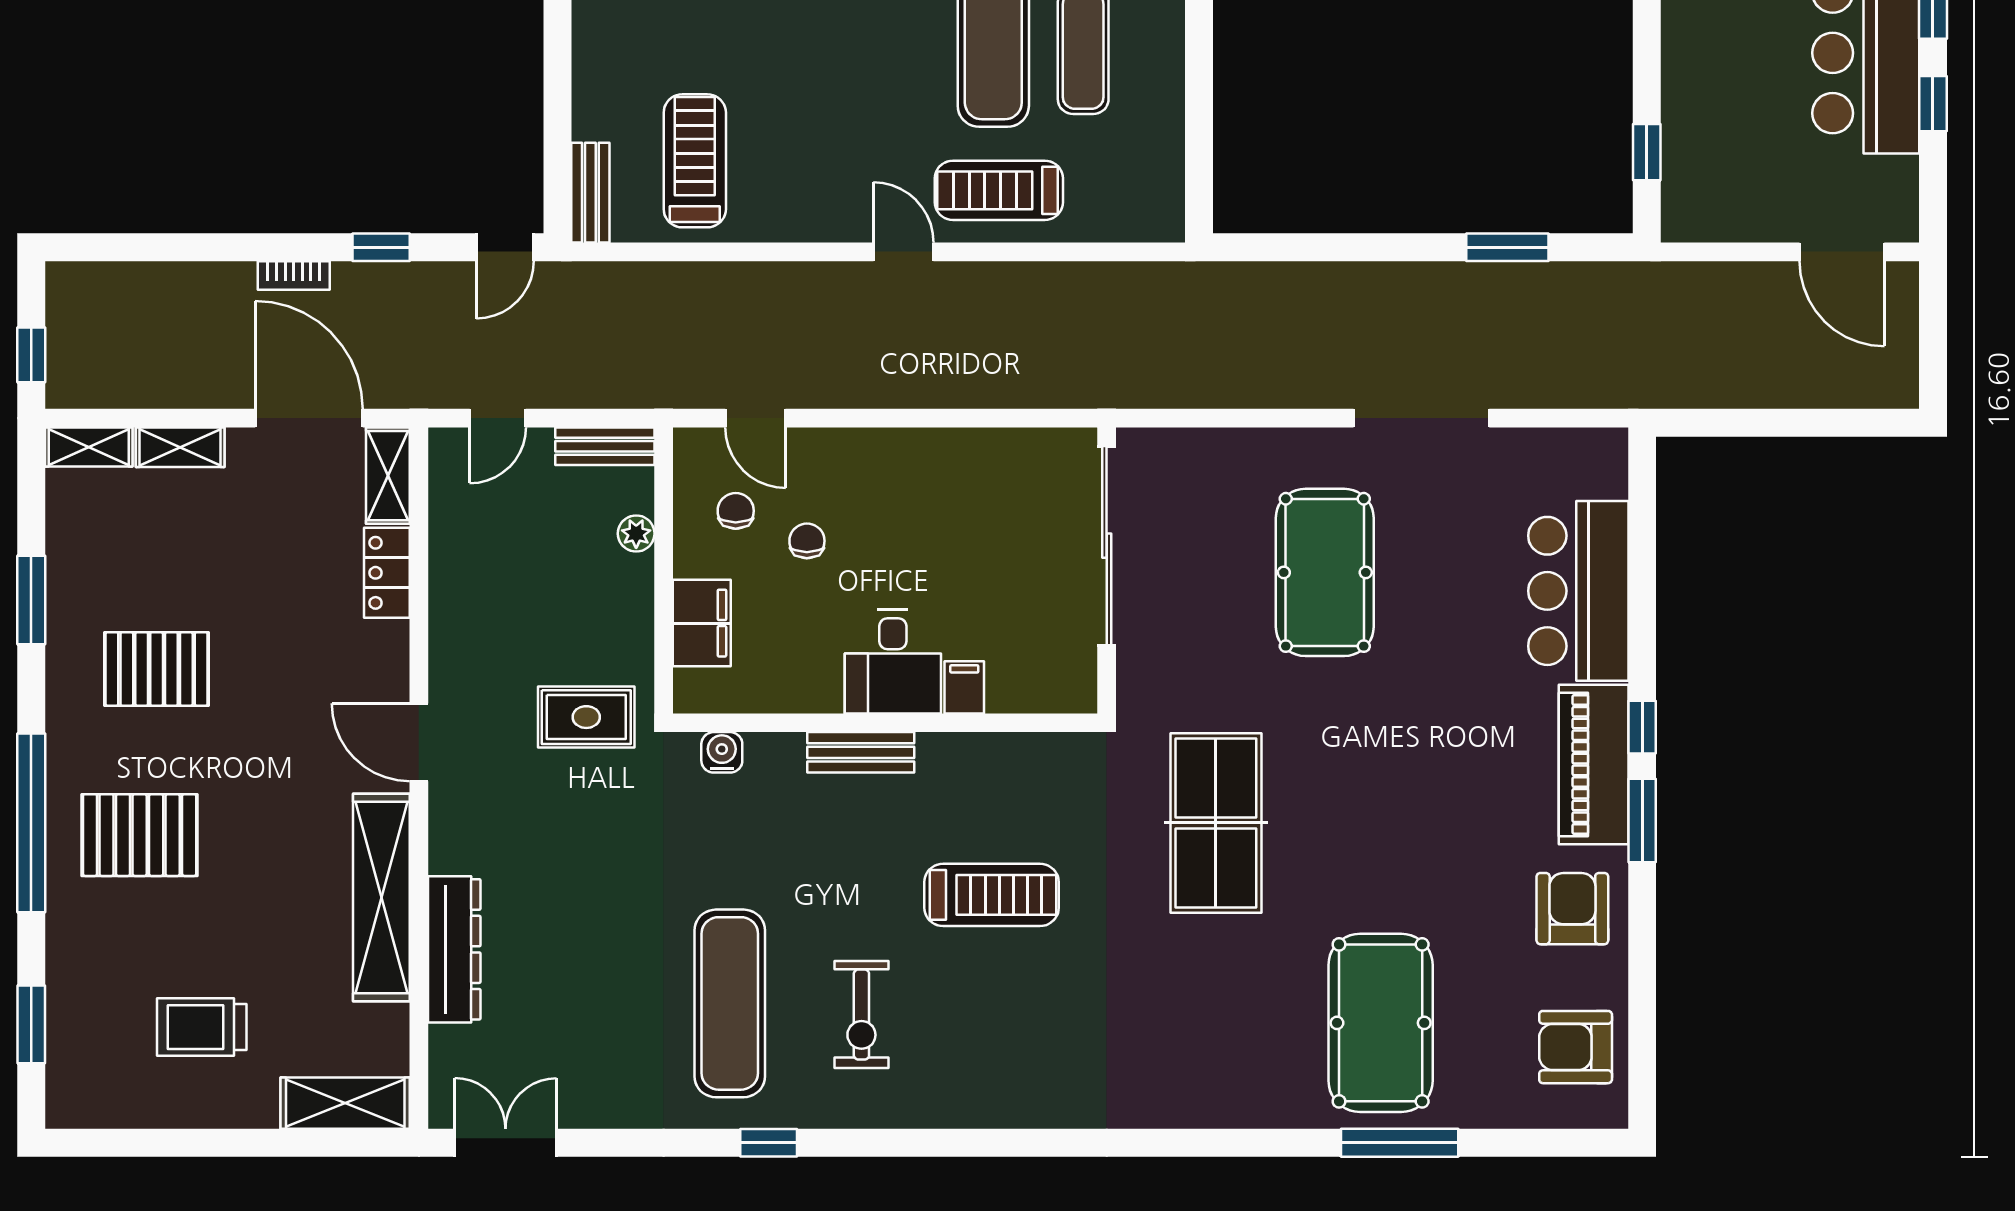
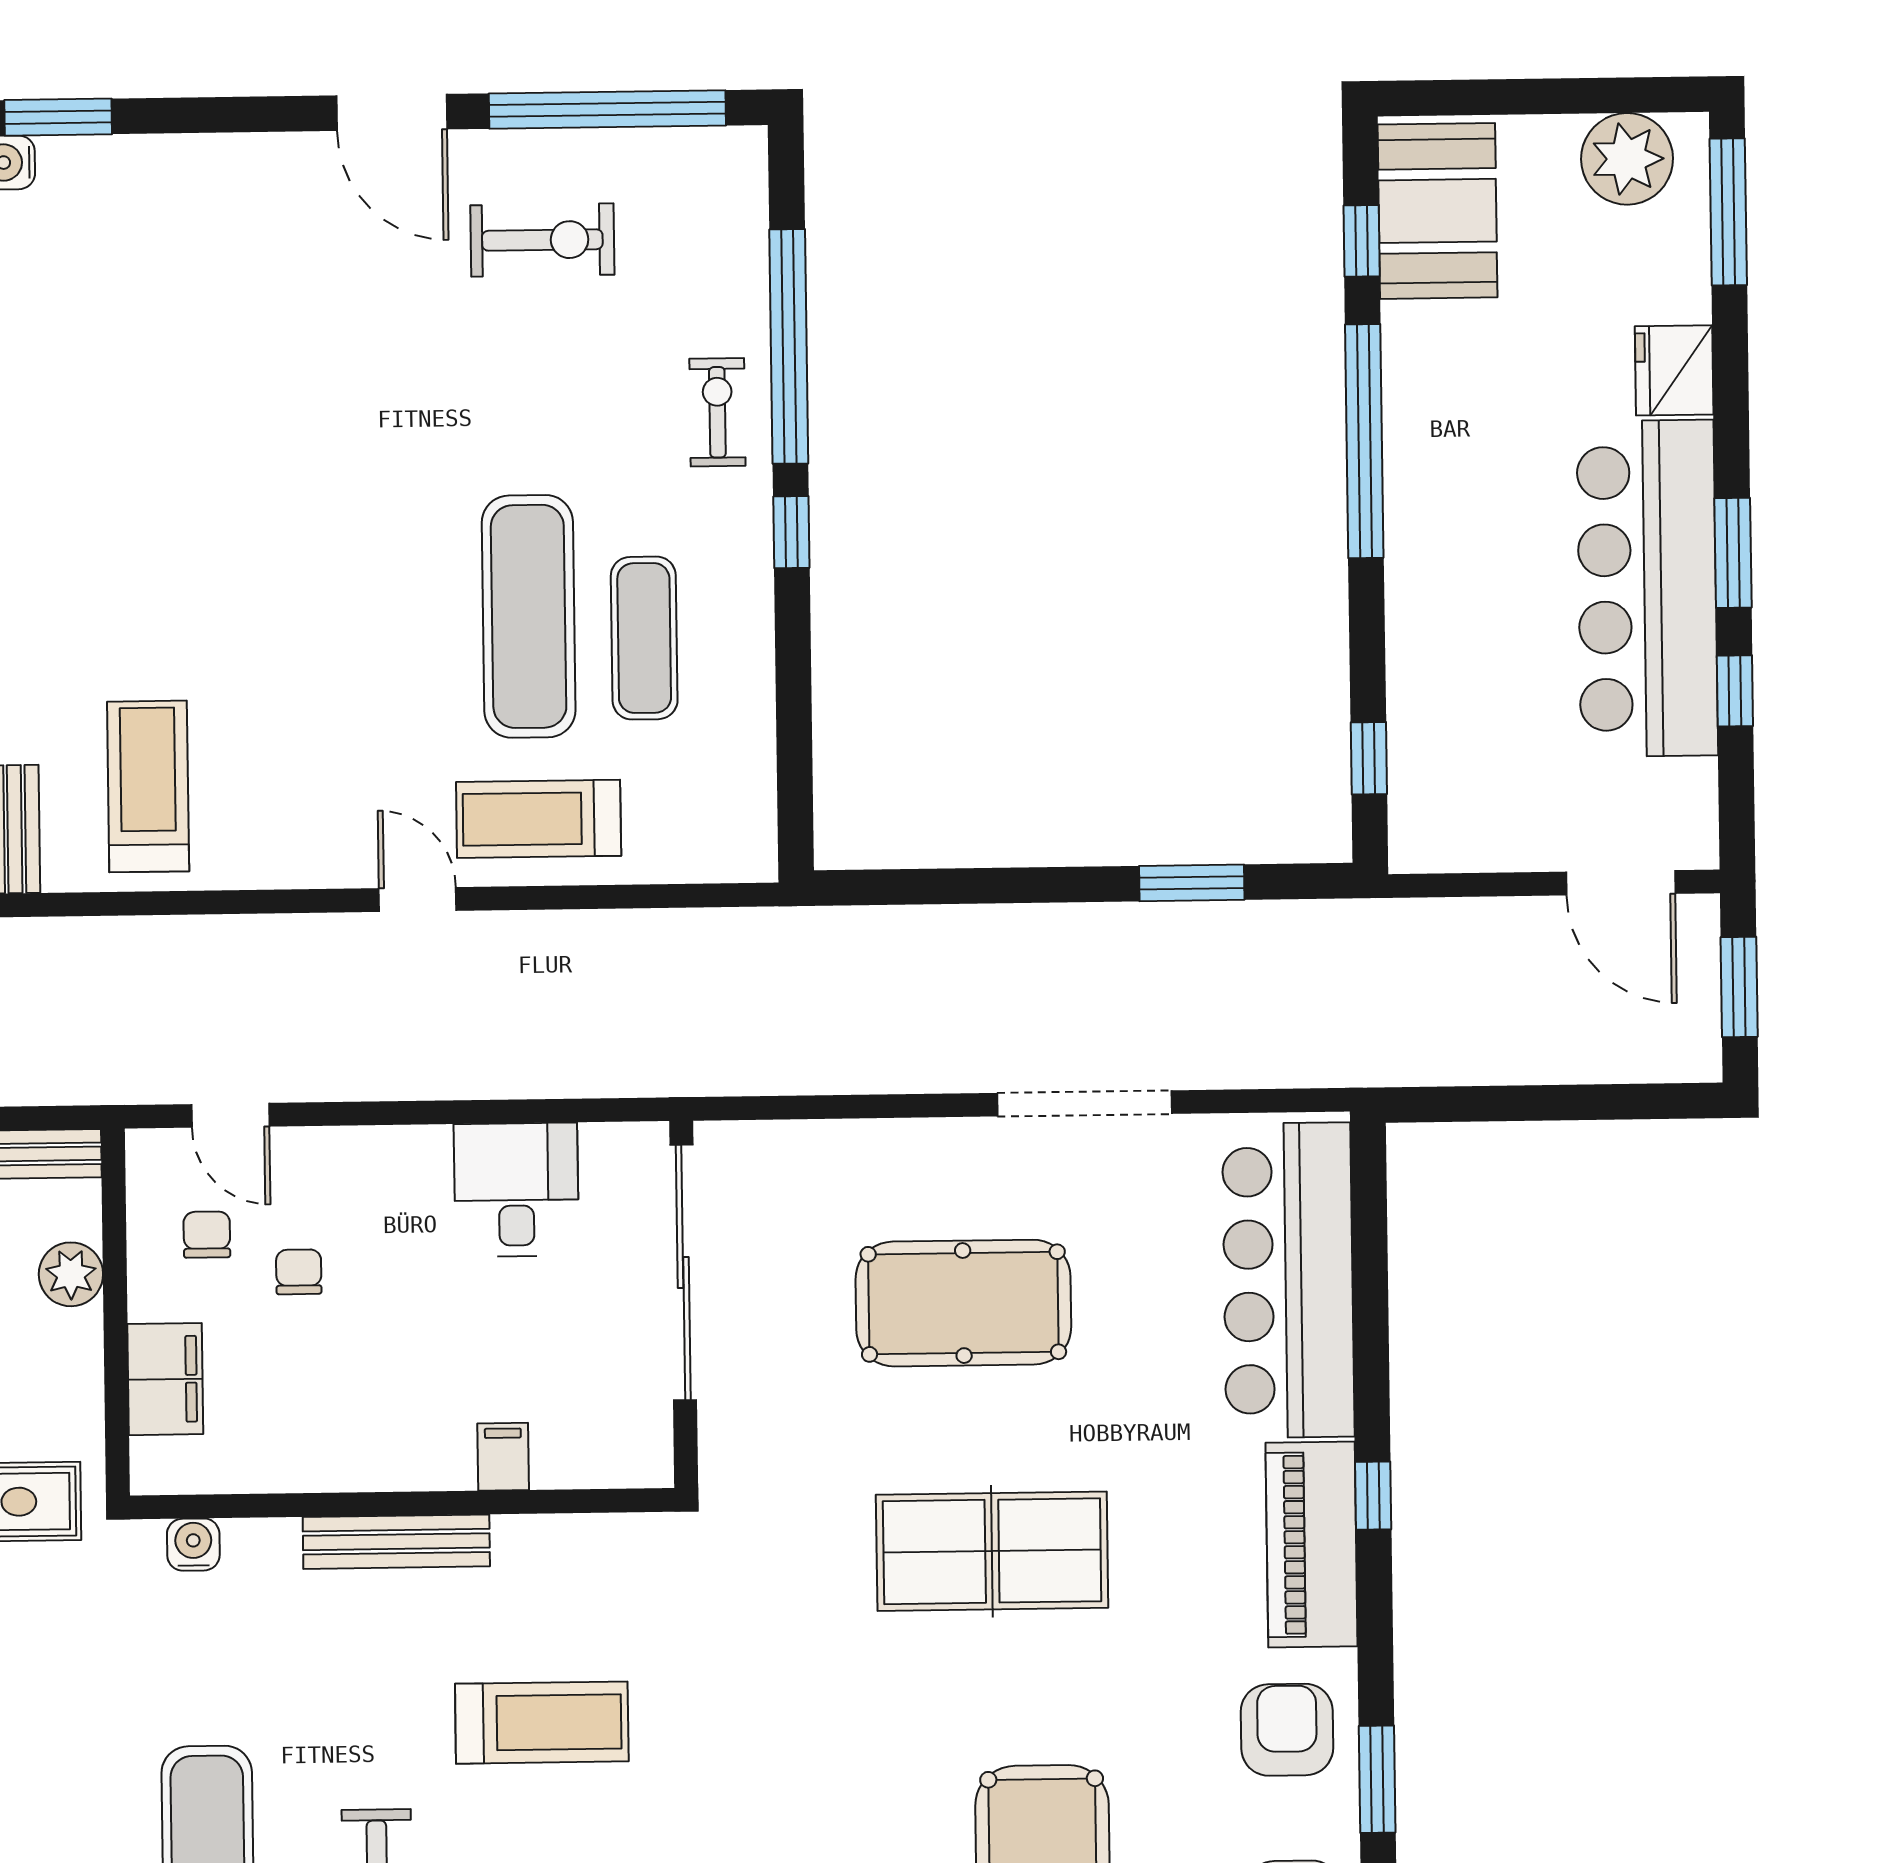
window: (1933, 335) -> (1739, 987), added
plant: (636, 534) -> (71, 1274), width x1.38, depth x1.38
pool table: (1325, 572) -> (963, 1303), turned 90
bar counter: (1578, 591) -> (1288, 1280), width x1.36
desk: (893, 662) -> (516, 1190), moved, turned 180
bench: (861, 752) -> (396, 1542), width x1.36
window: (1642, 820) -> (1377, 1779), moved
table tennis table: (1216, 823) -> (992, 1551), moved, turned 90

